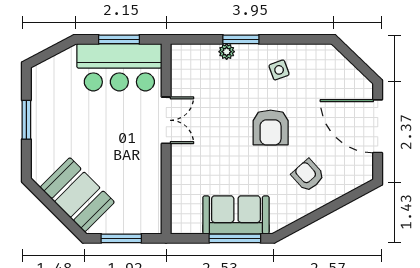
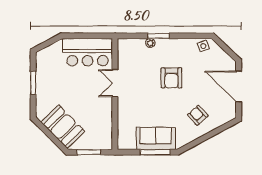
window: (119, 39) -> (87, 36), removed
side table: (279, 70) -> (203, 46), moved
double door: (166, 120) -> (115, 83), swing flipped
armchair: (271, 127) -> (171, 78), moved

